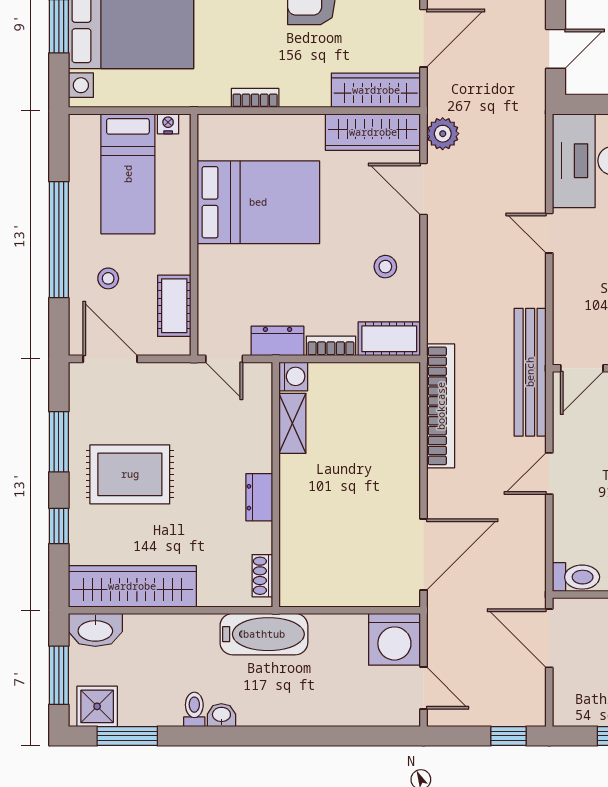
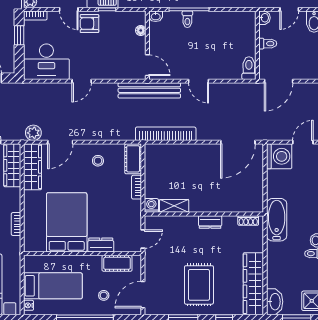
nightstand: (168, 124) -> (29, 305), moved
dresser: (278, 341) -> (101, 245), moved, turned 90
door: (423, 554) -> (238, 142), swing flipped

